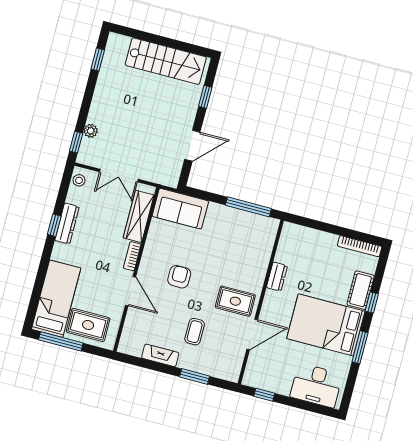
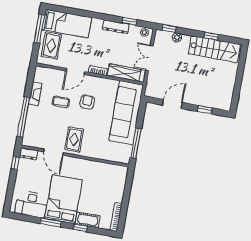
window: (98, 59) -> (211, 36), moved
stairs: (166, 61) -> (214, 49), moved, turned -90
door: (192, 146) -> (172, 104), swing flipped
sofa: (180, 209) -> (126, 113), width x1.85, depth x1.27
window: (54, 225) -> (129, 21), moved
armchair: (179, 277) -> (87, 102), turned -90
dresser: (277, 277) -> (28, 154), moved
coffee table: (195, 332) -> (61, 102), moved
window: (195, 376) -> (23, 117), width x2.11
desk: (316, 385) -> (31, 204), moved, turned -90

